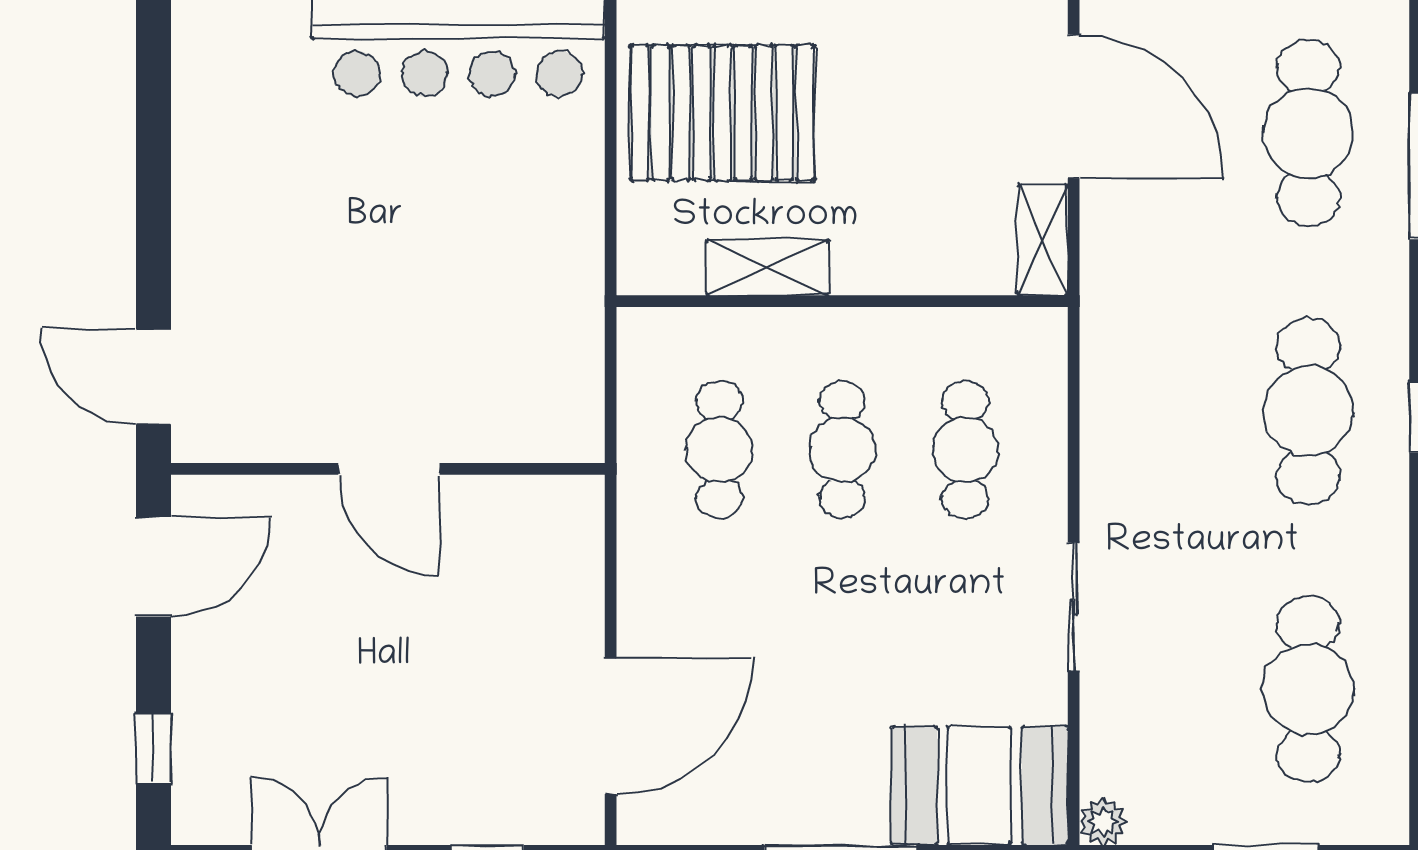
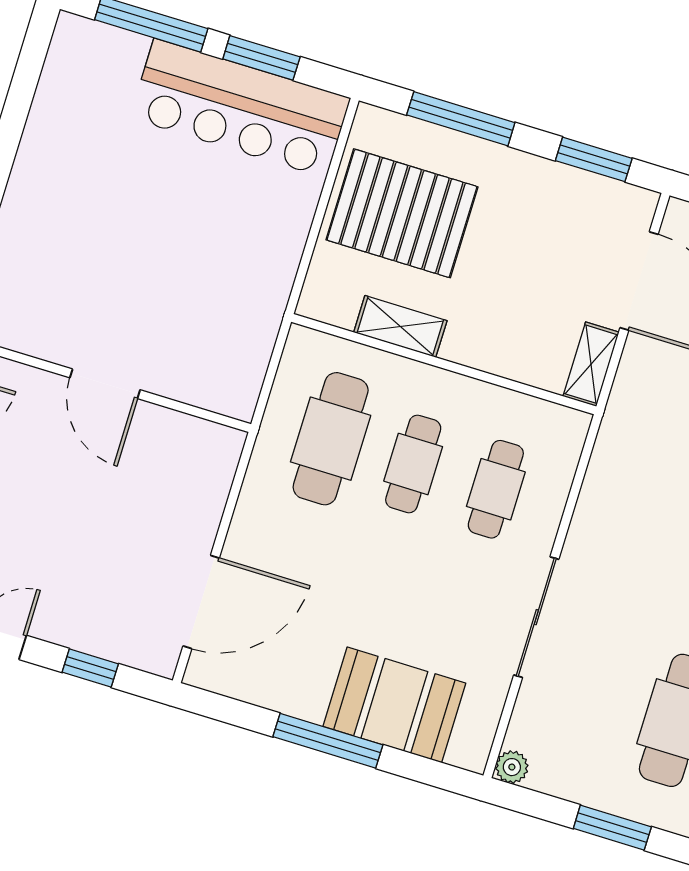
cafe table: (719, 450) -> (331, 439), width x1.37, depth x1.35
sliding door: (1074, 607) -> (536, 617), width x1.37
booth: (979, 786) -> (394, 705), moved

